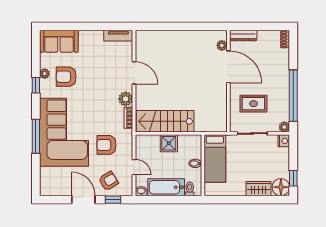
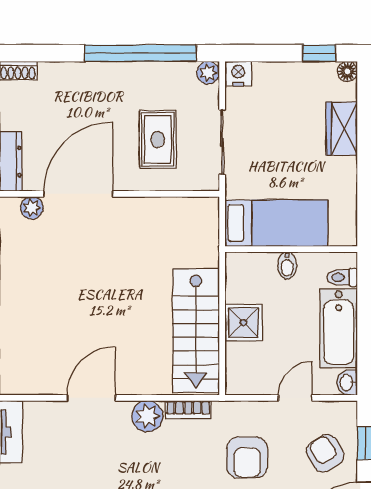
floor lamp: (281, 187) -> (347, 71), width x0.53, depth x0.53

